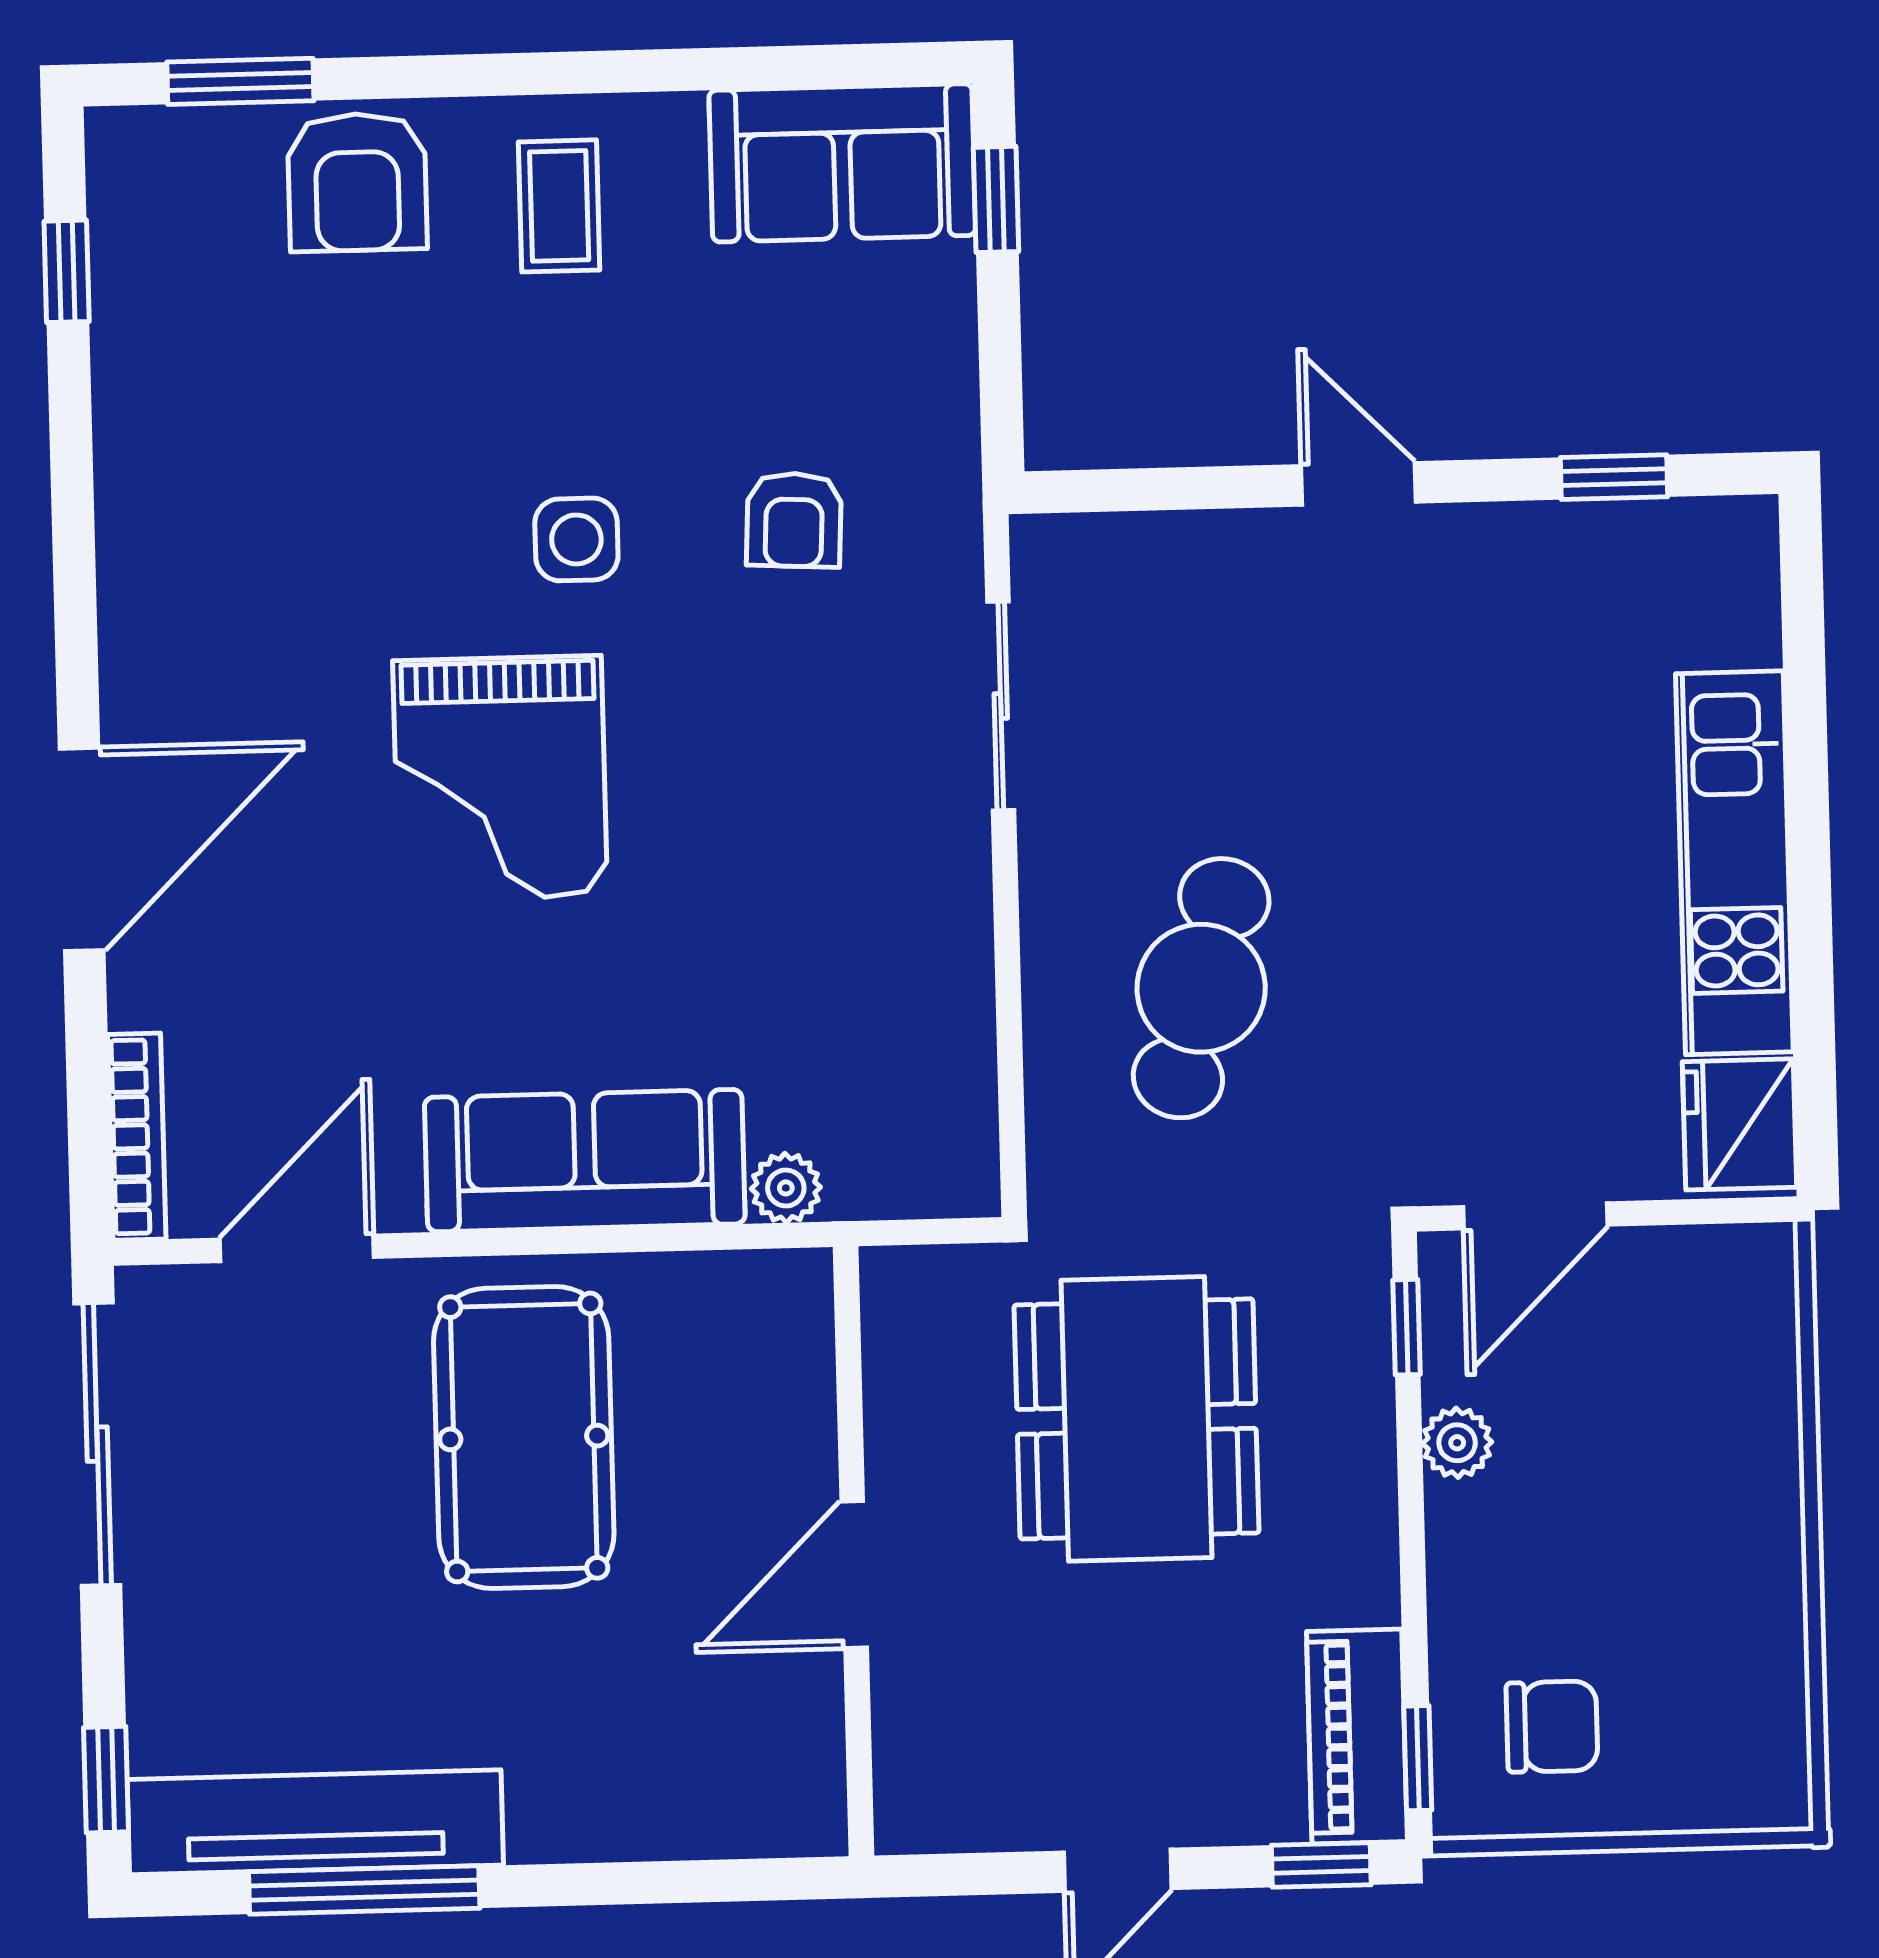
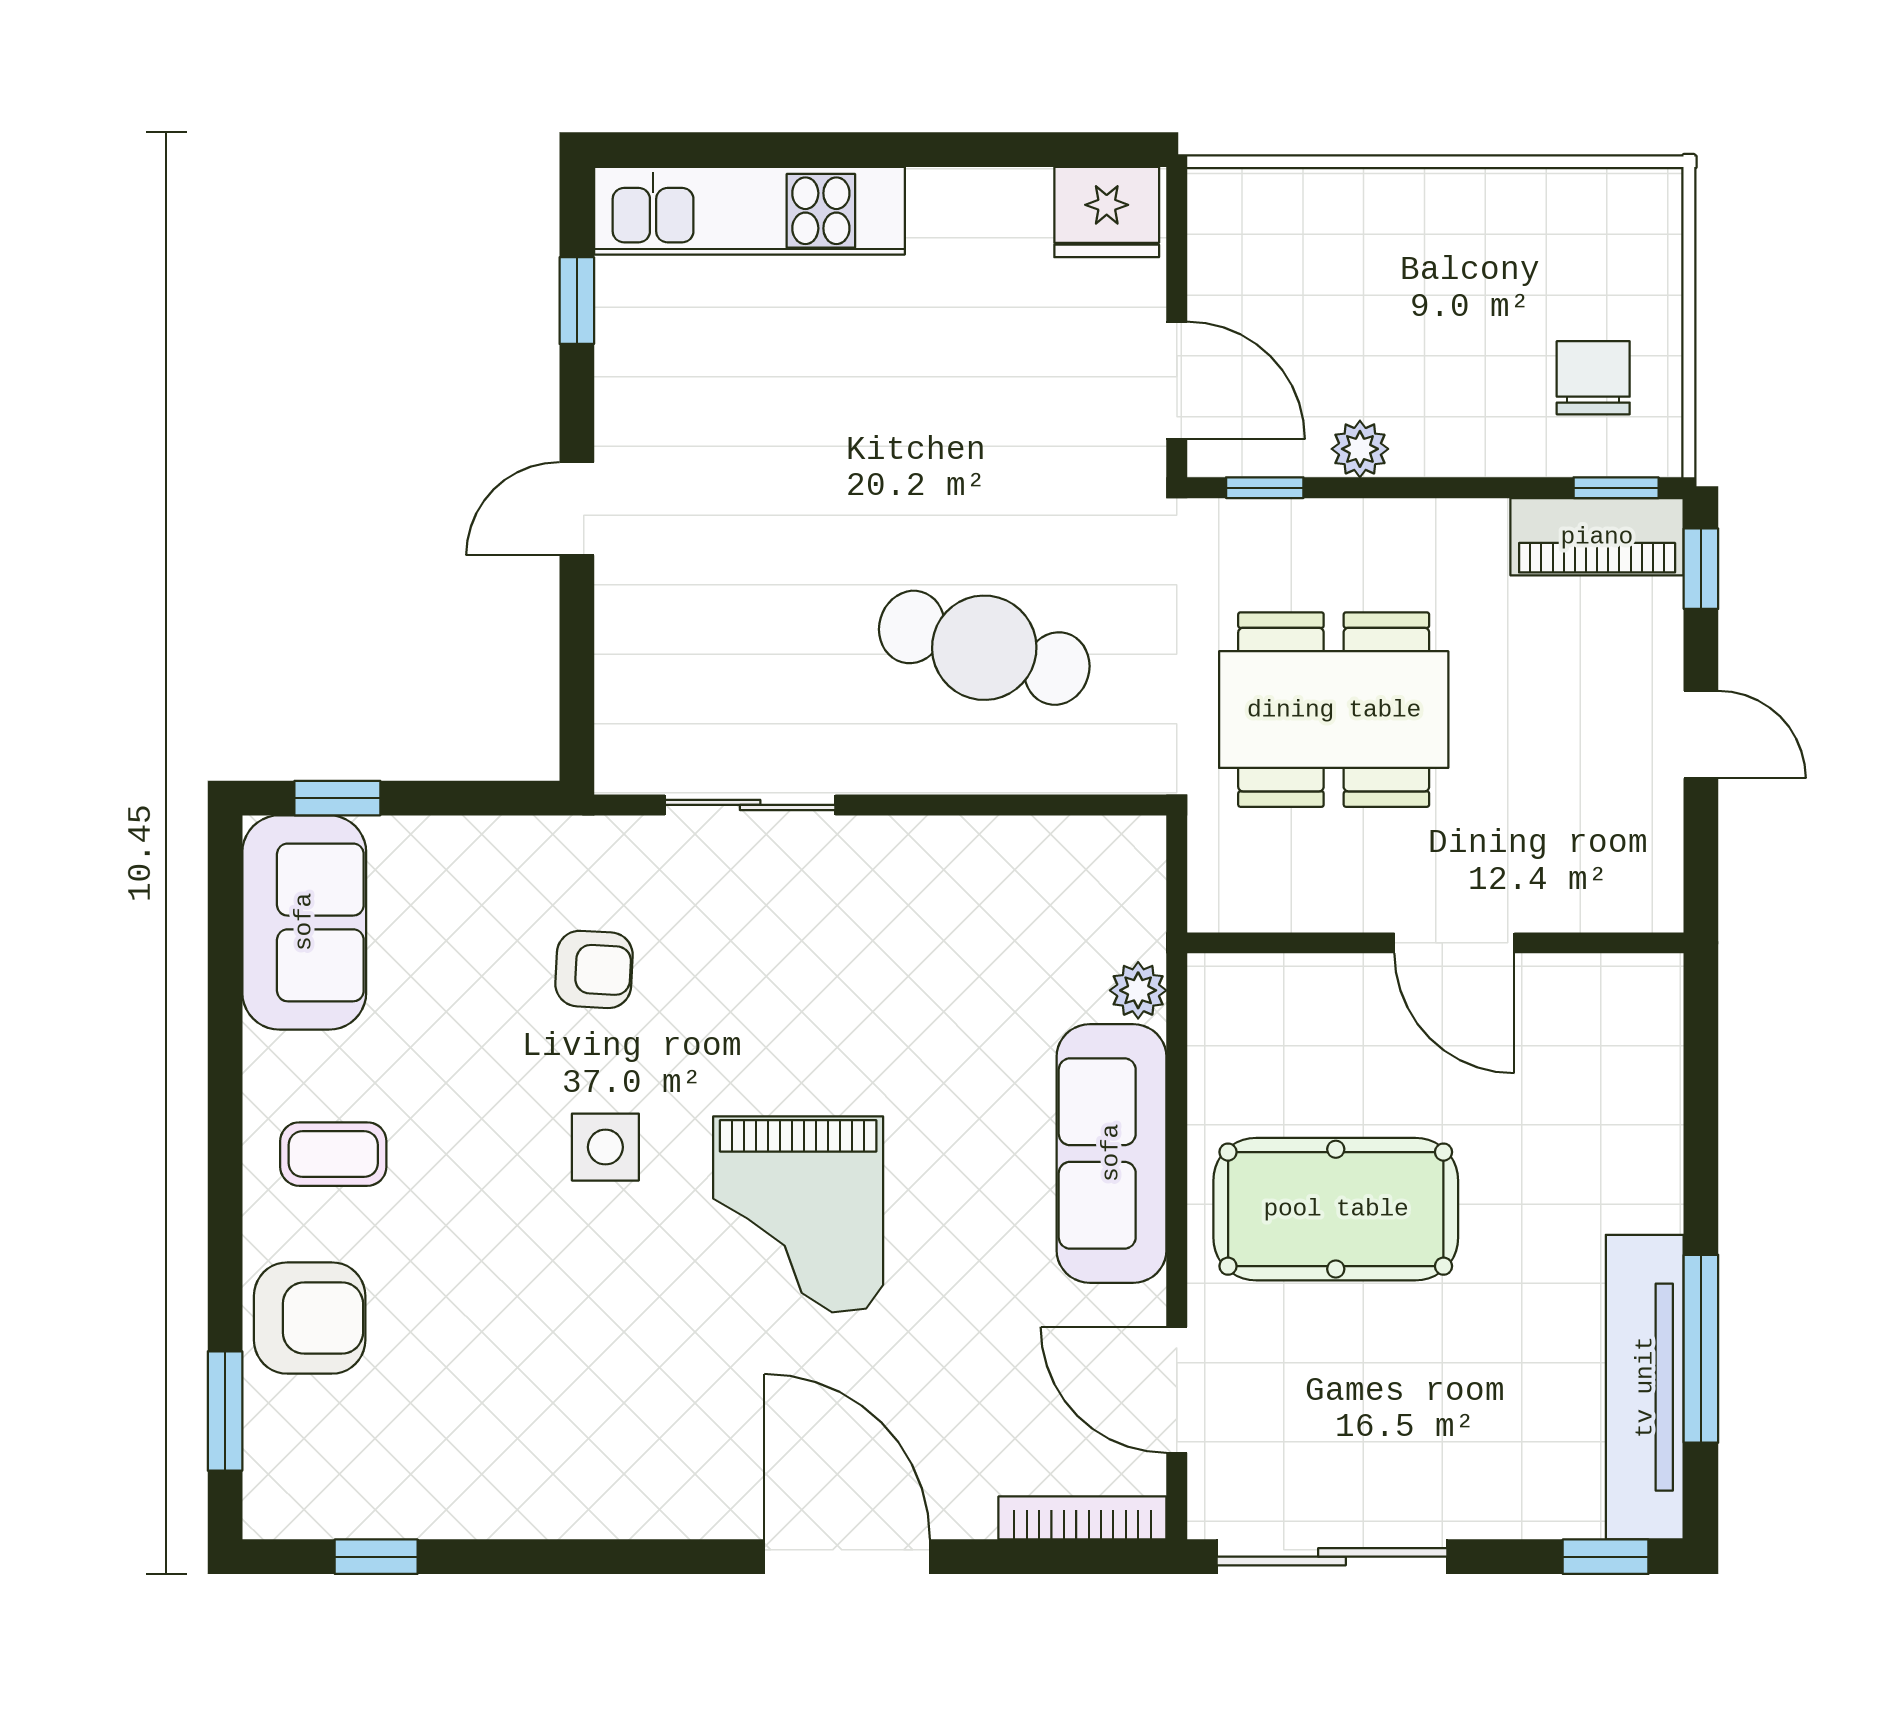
grand piano: (500, 778) -> (798, 1214), turned 90
kitchen unit: (1734, 863) -> (749, 211), moved

